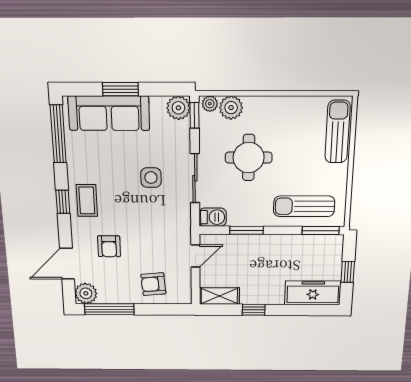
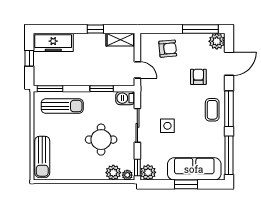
window: (63, 202) -> (229, 109), width x2.17
door: (195, 256) -> (137, 70), swing flipped

